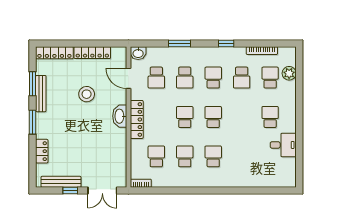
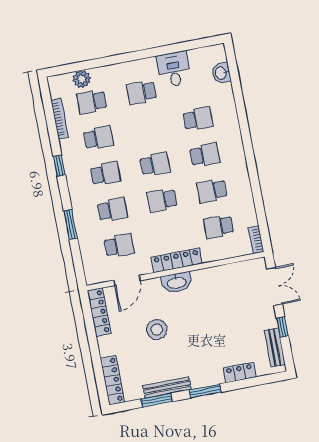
locker: (92, 53) -> (99, 312), moved
washbasin: (138, 53) -> (221, 73), moved, turned 180
school desk: (213, 78) -> (105, 174), turned 180
school desk: (213, 117) -> (155, 164), turned 180
school desk: (213, 156) -> (205, 155), turned 180
school desk: (242, 156) -> (198, 119), added
bench: (61, 182) -> (275, 347), width x0.73

